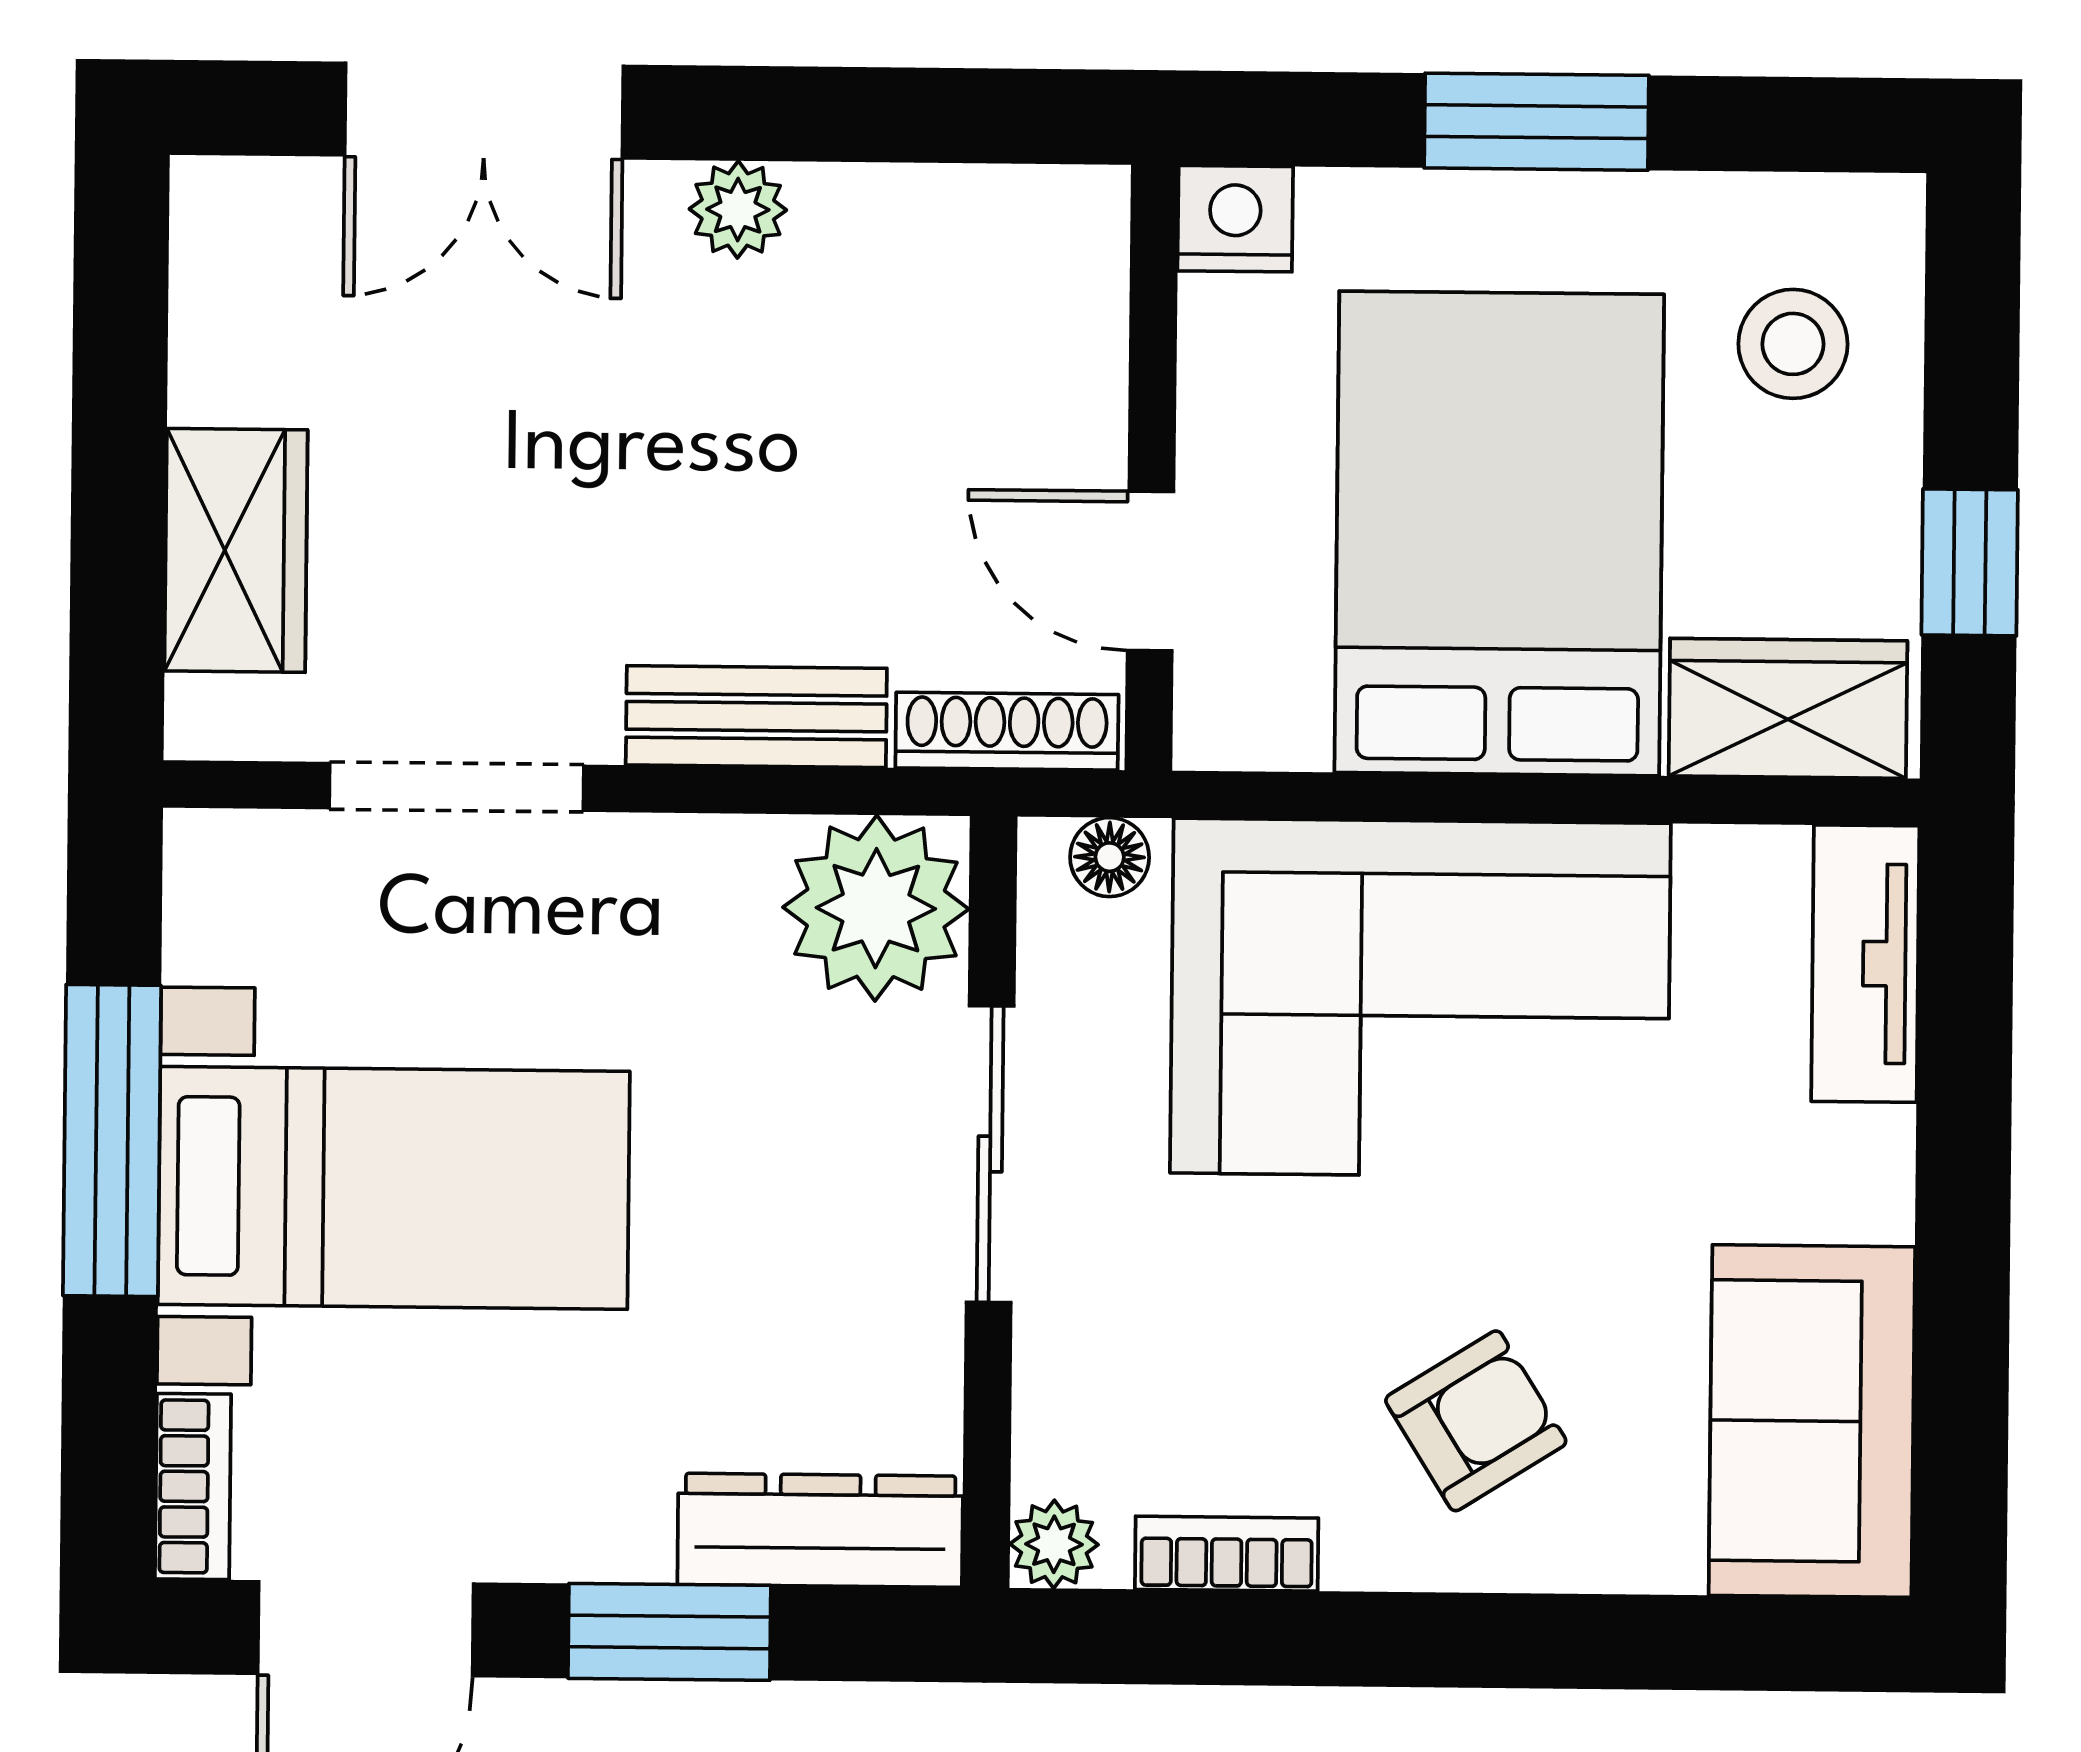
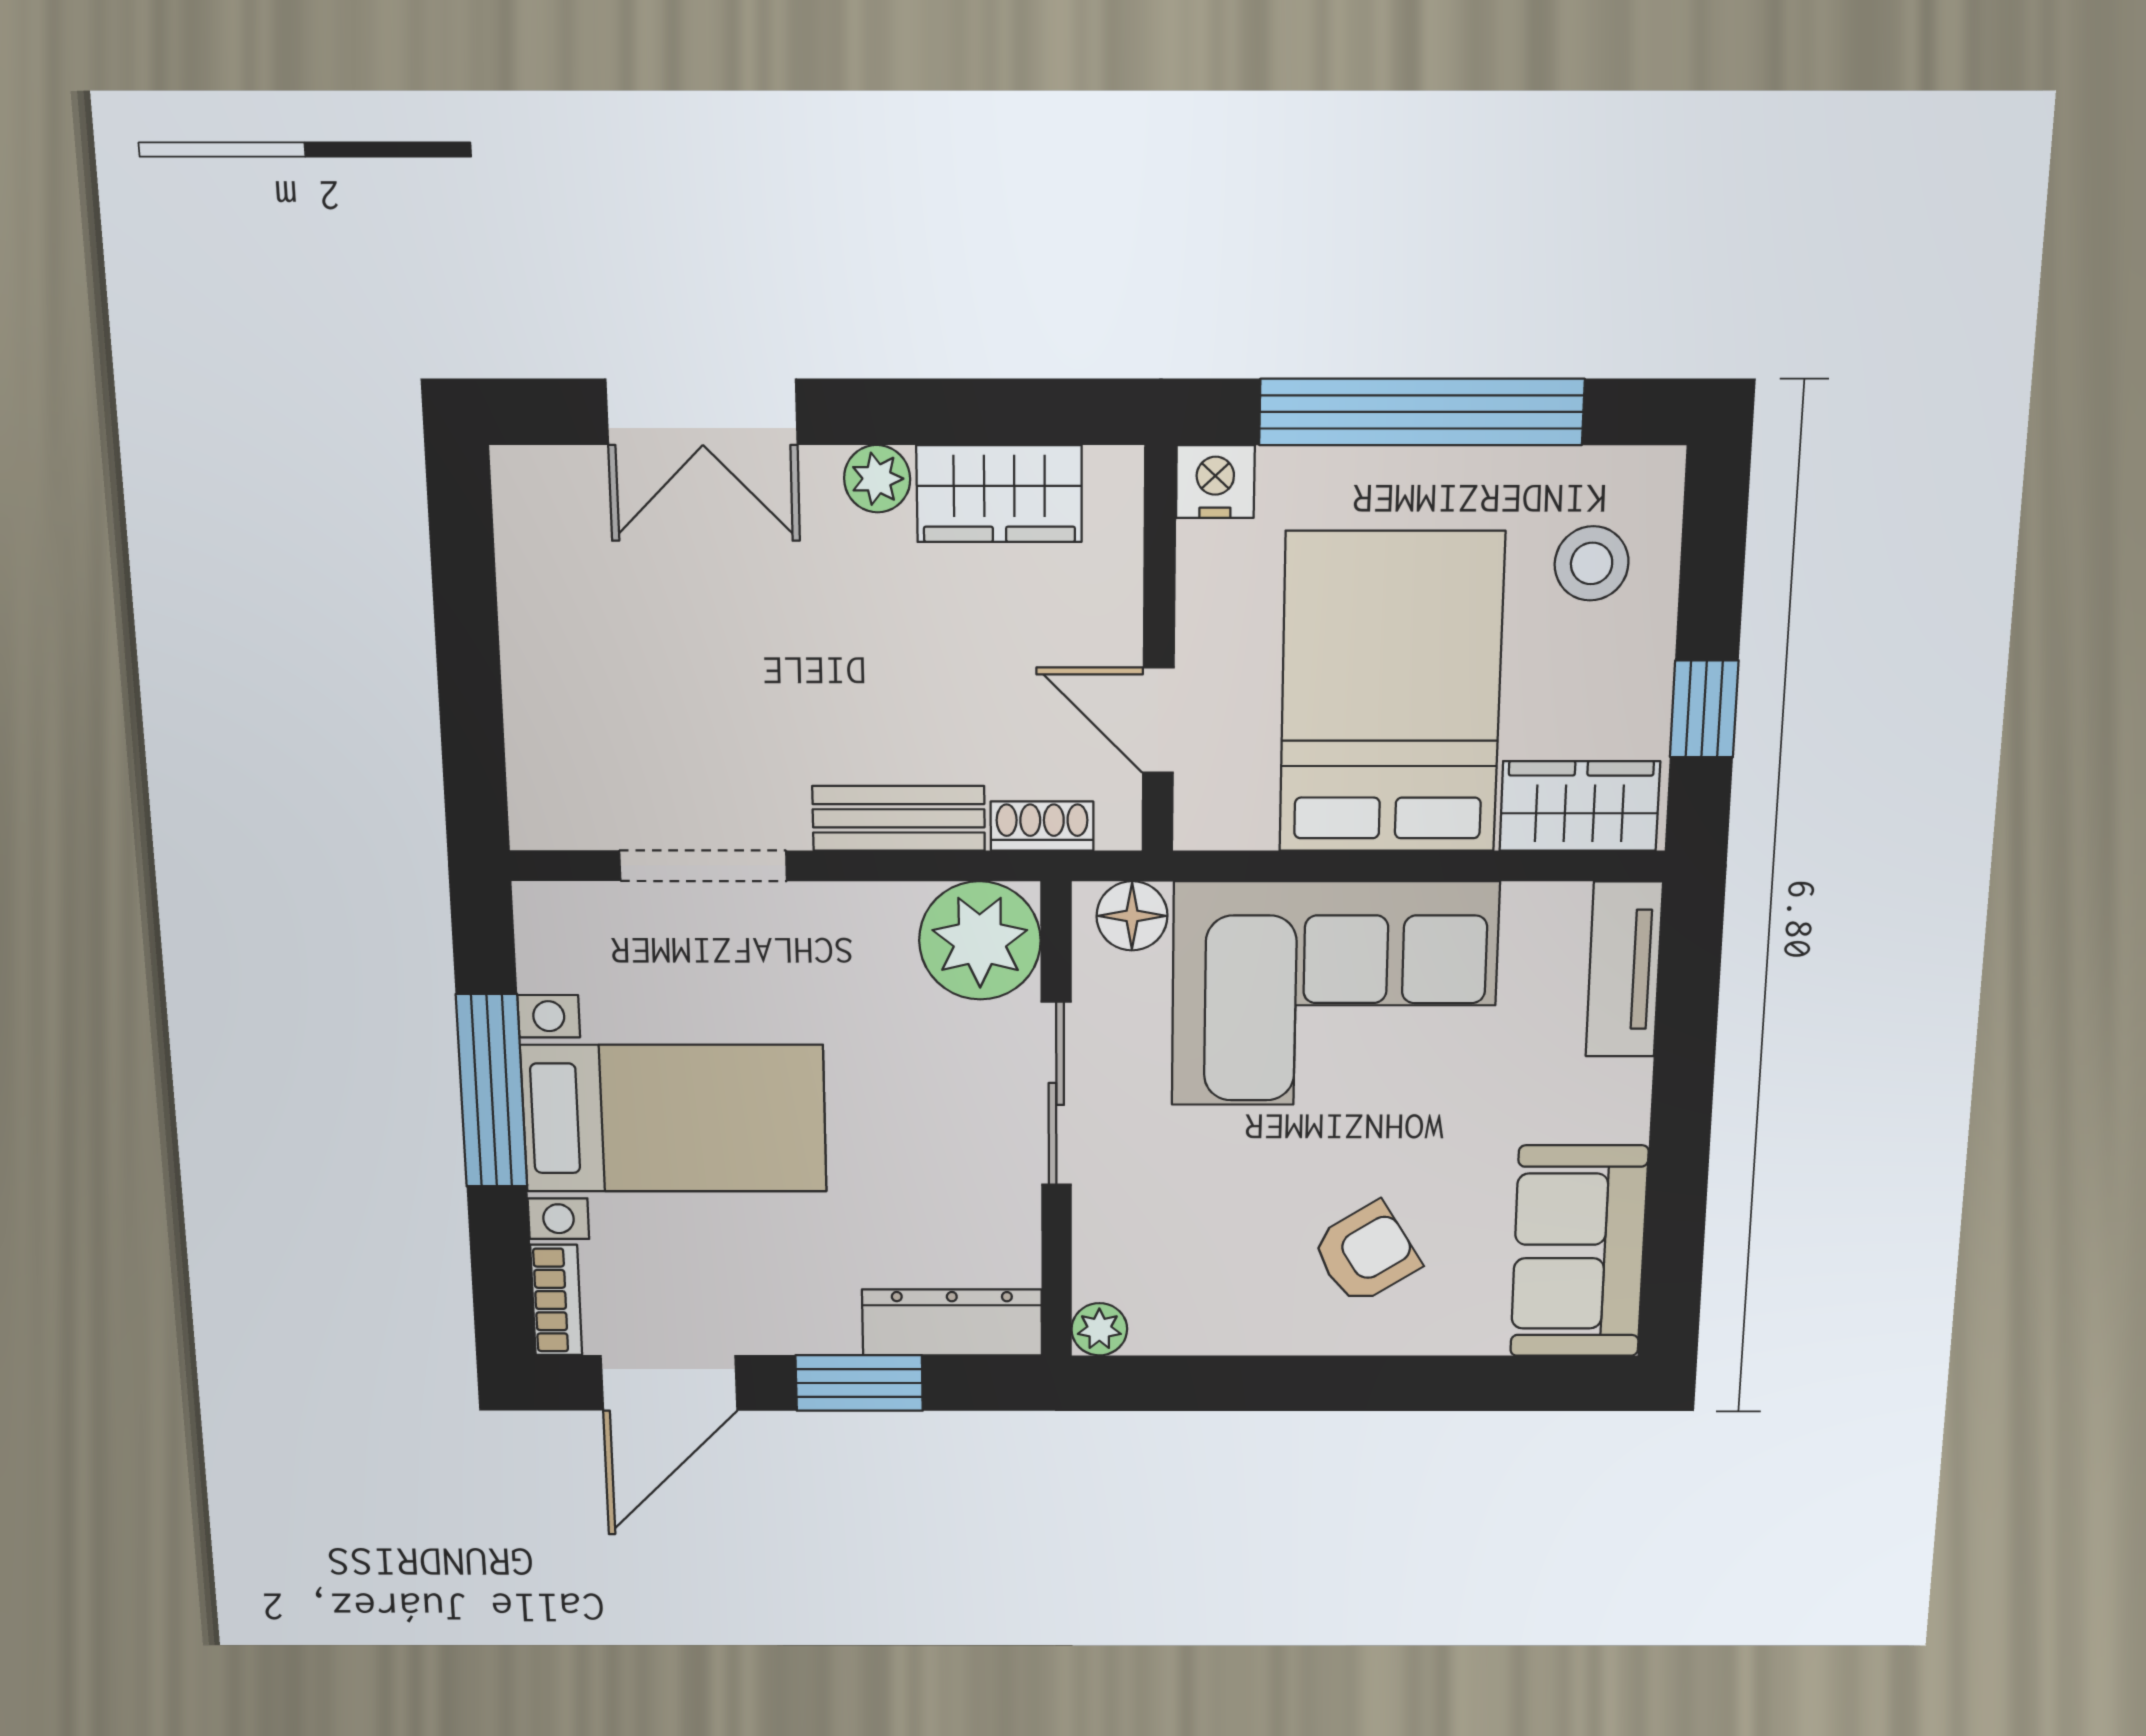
window: (1537, 122) -> (1422, 412), width x2.11
wardrobe: (236, 550) -> (999, 494), moved, turned 90
shoe rack: (1007, 731) -> (1042, 826), width x0.70
floor lamp: (1110, 857) -> (1132, 916), width x1.37, depth x1.37
bookcase: (1227, 1554) -> (1208, 1334), removed

